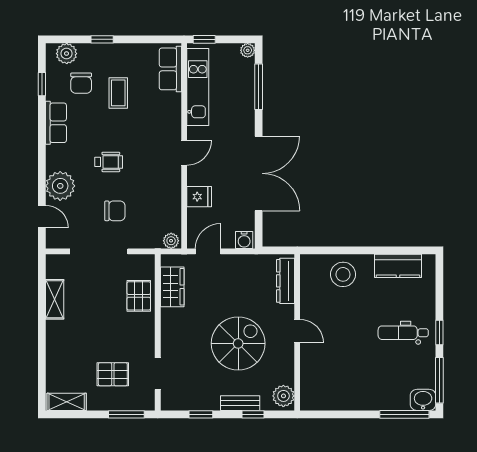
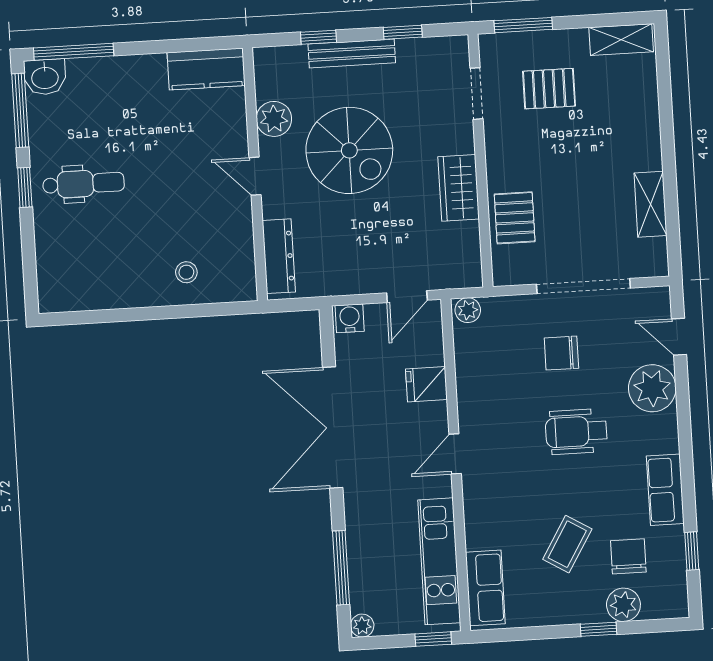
plant: (67, 54) -> (623, 605), moved
coffee table: (118, 93) -> (567, 544), turned 31
wheelchair: (109, 162) -> (576, 432), width x1.36, depth x1.37
kitchen counter: (398, 266) -> (206, 69), moved, turned 180
stool: (343, 274) -> (186, 272), width x0.53, depth x0.53
wardrobe: (172, 287) -> (459, 188), moved
spiral stairs: (238, 343) -> (349, 150), turned -90
plant: (283, 396) -> (274, 119), moved
bench: (240, 403) -> (352, 53), width x1.36

